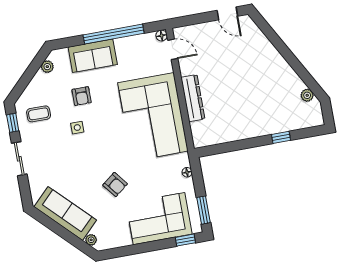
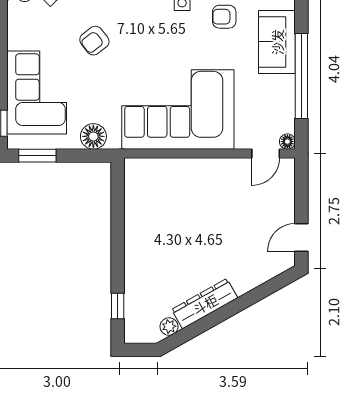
dresser: (193, 98) -> (205, 304), moved, turned 151
window: (281, 137) -> (118, 306), moved
floor lamp: (187, 172) -> (93, 136), width x1.89, depth x1.89

